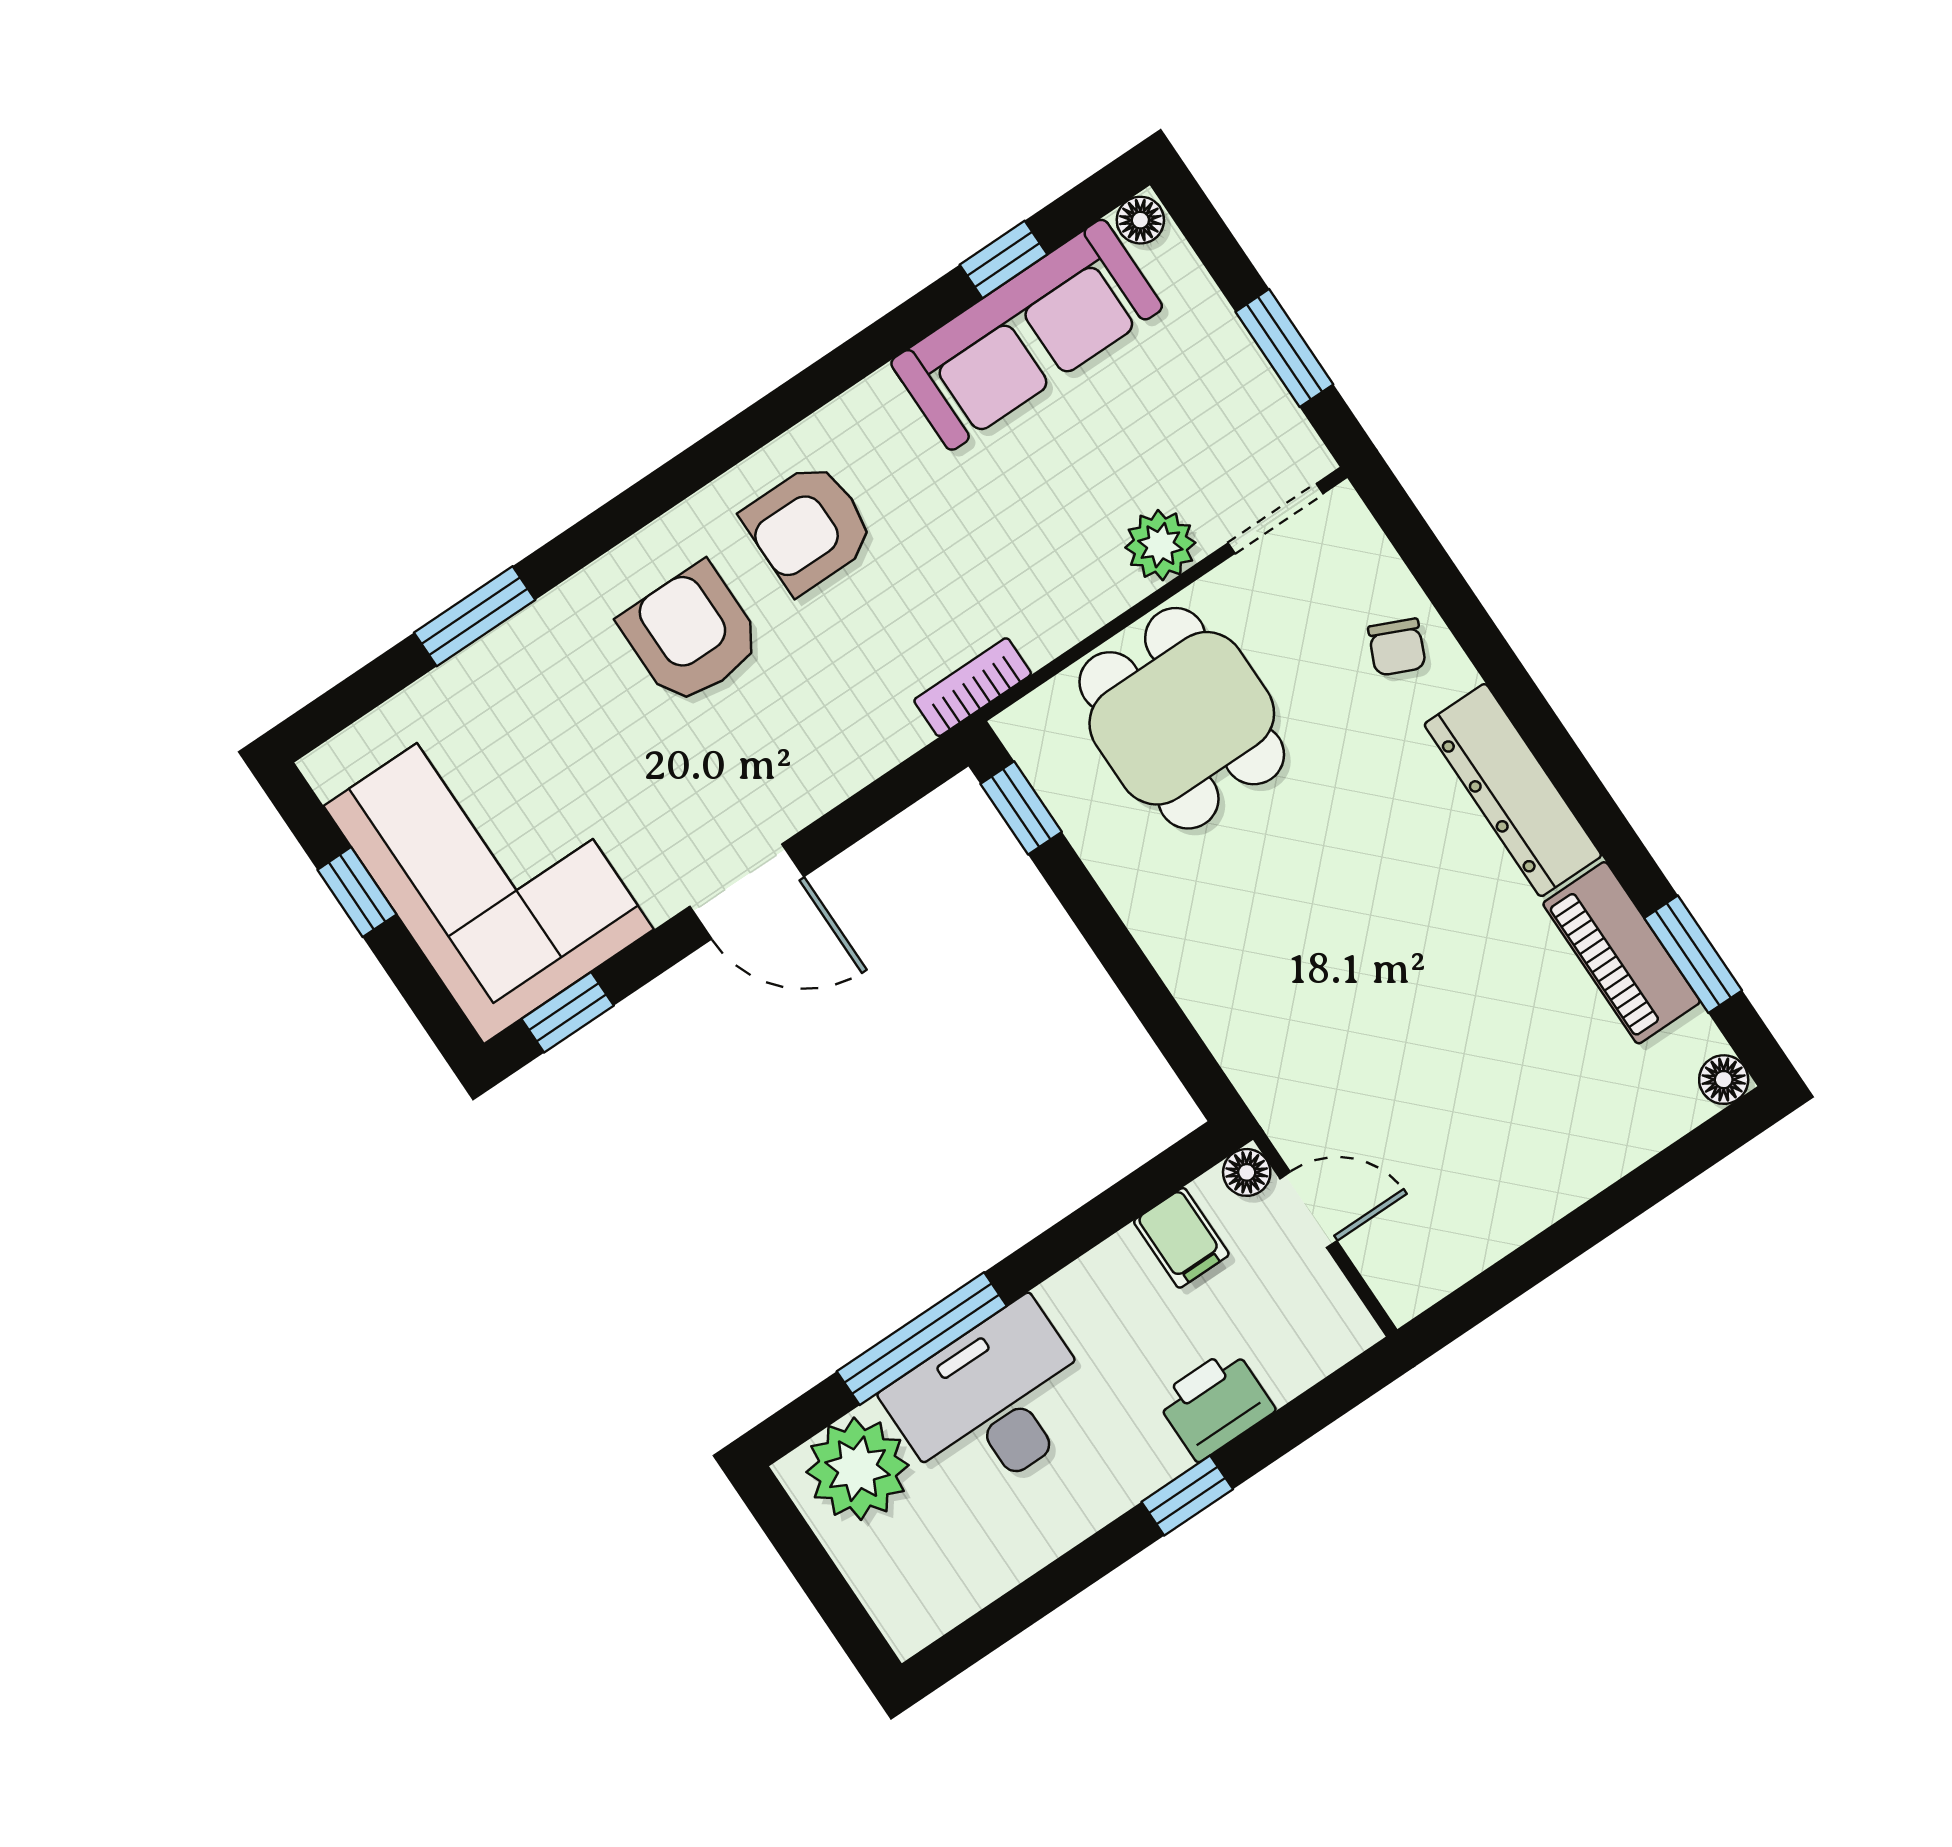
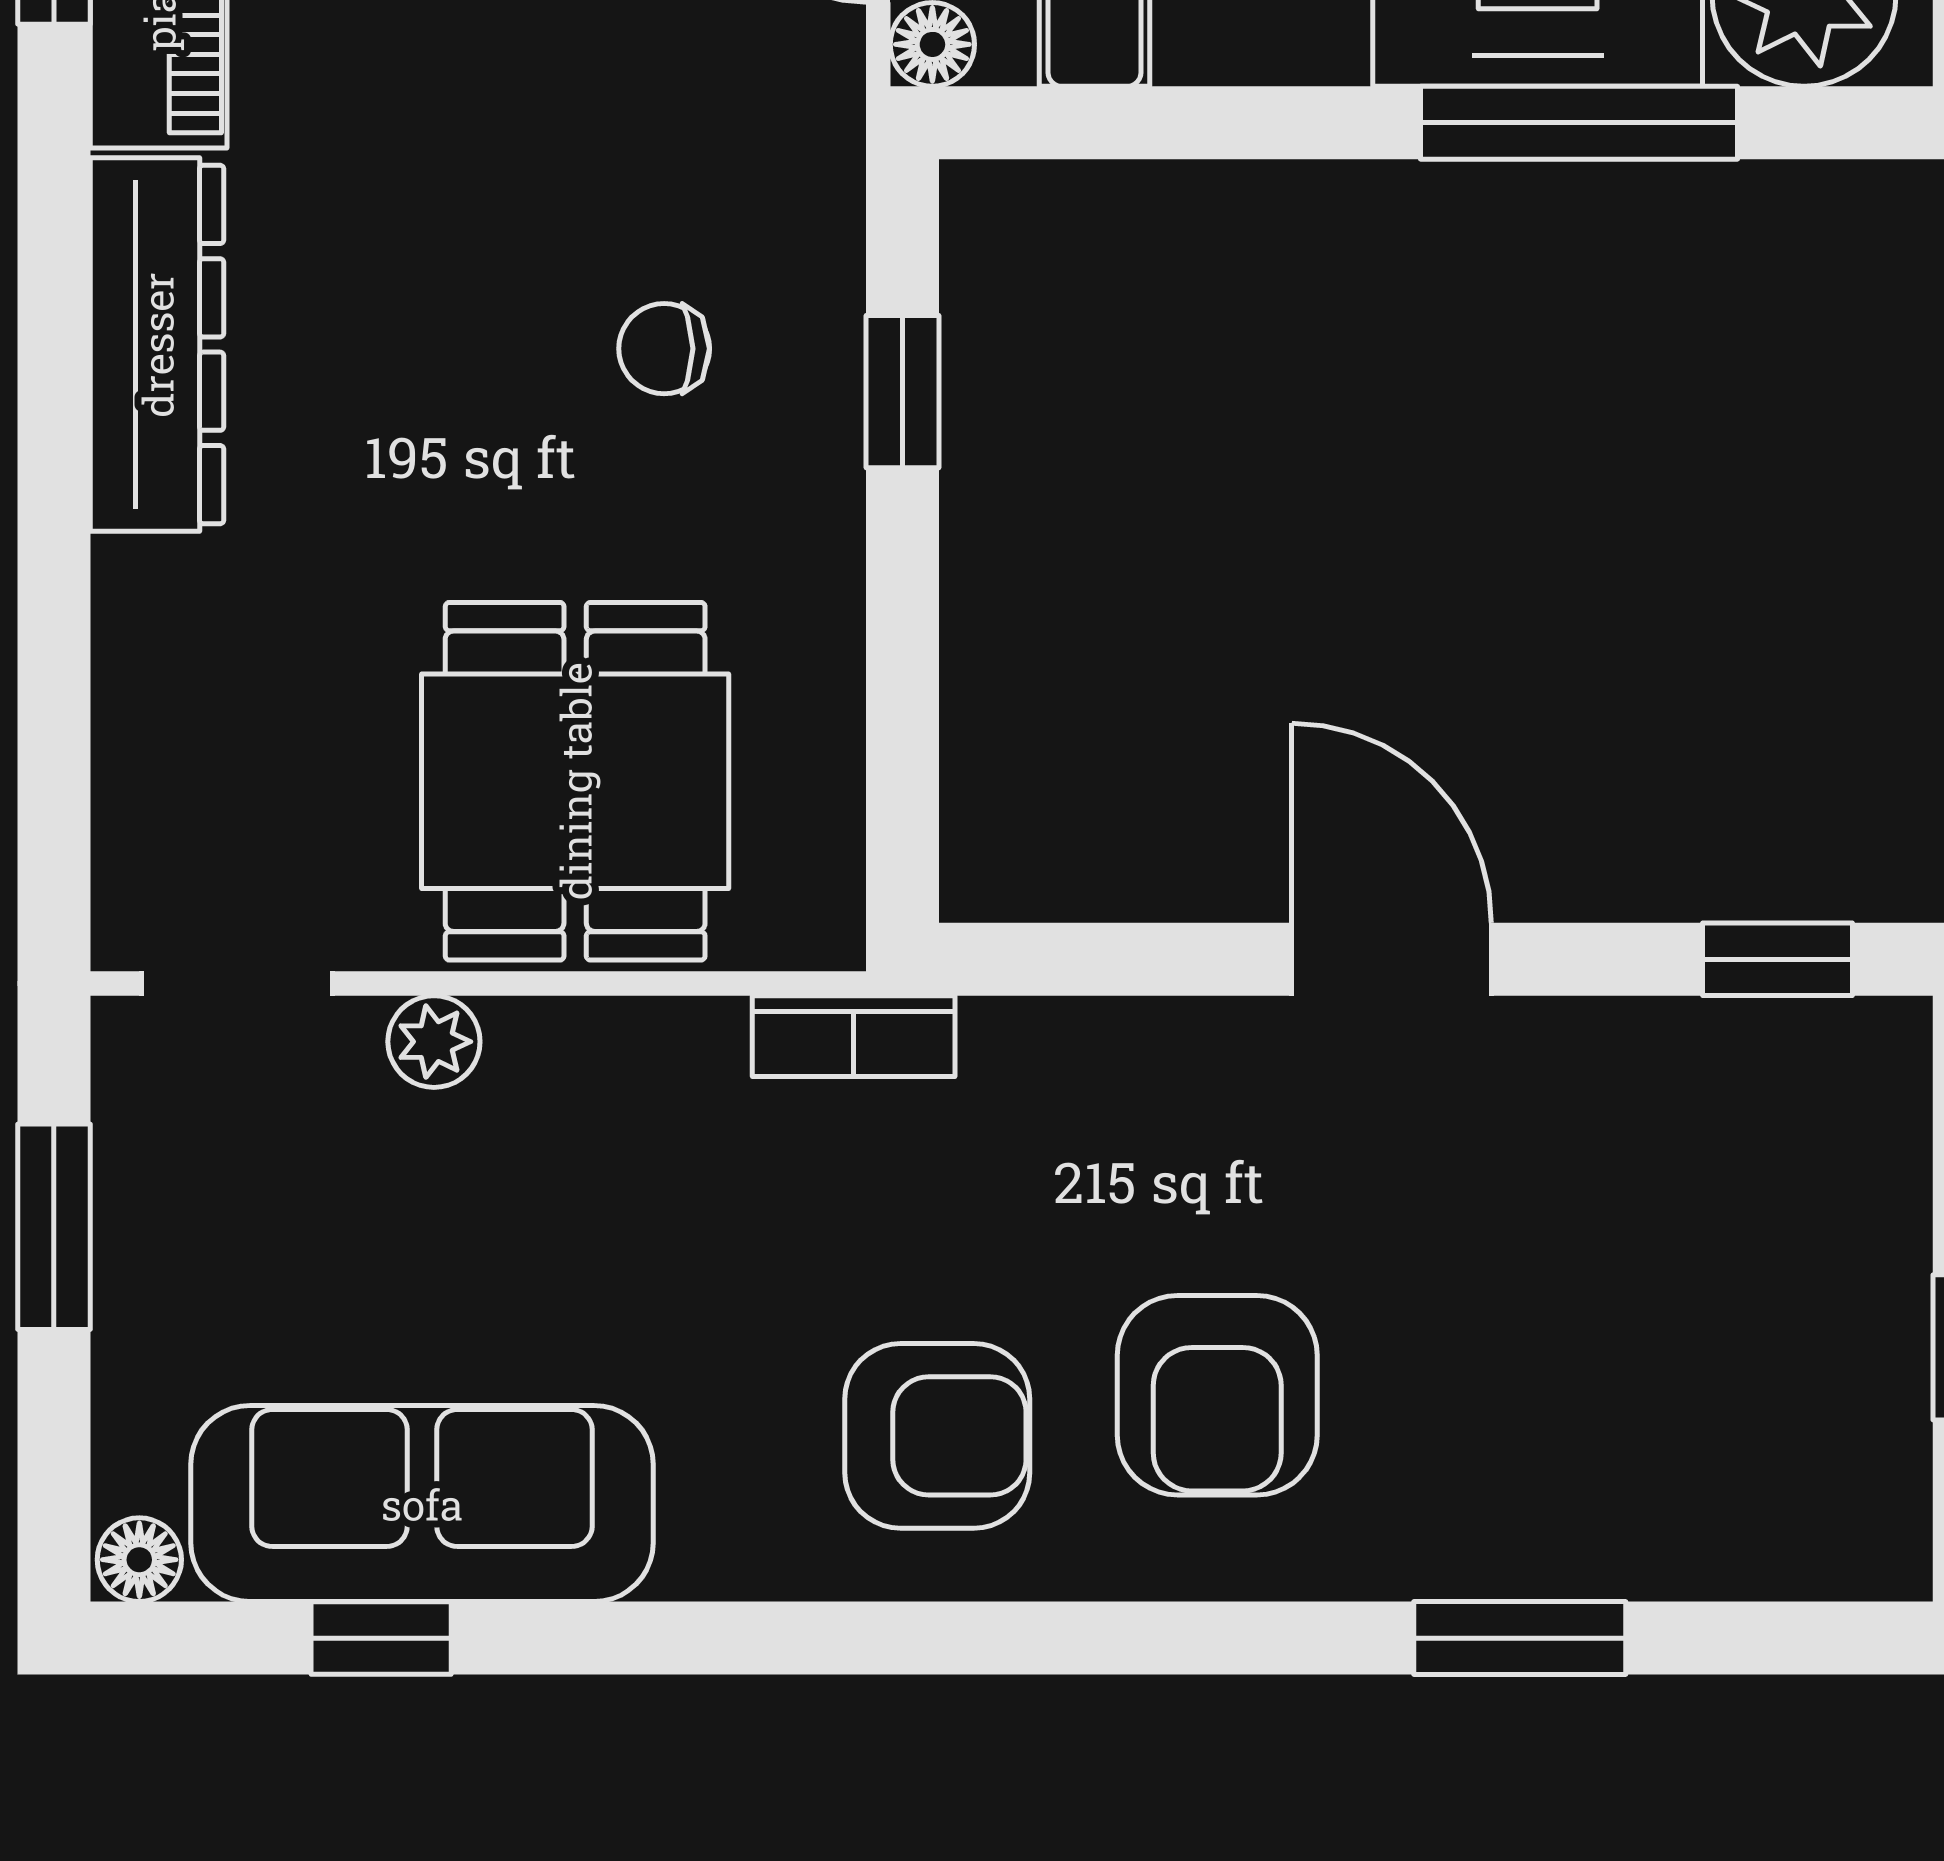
plant: (1160, 545) -> (434, 1042), width x0.73, depth x0.73
chair: (1397, 647) -> (664, 349), moved, turned -114
window: (1021, 808) -> (903, 392), moved
corner sofa: (489, 868) -> (1750, 1252), removed

